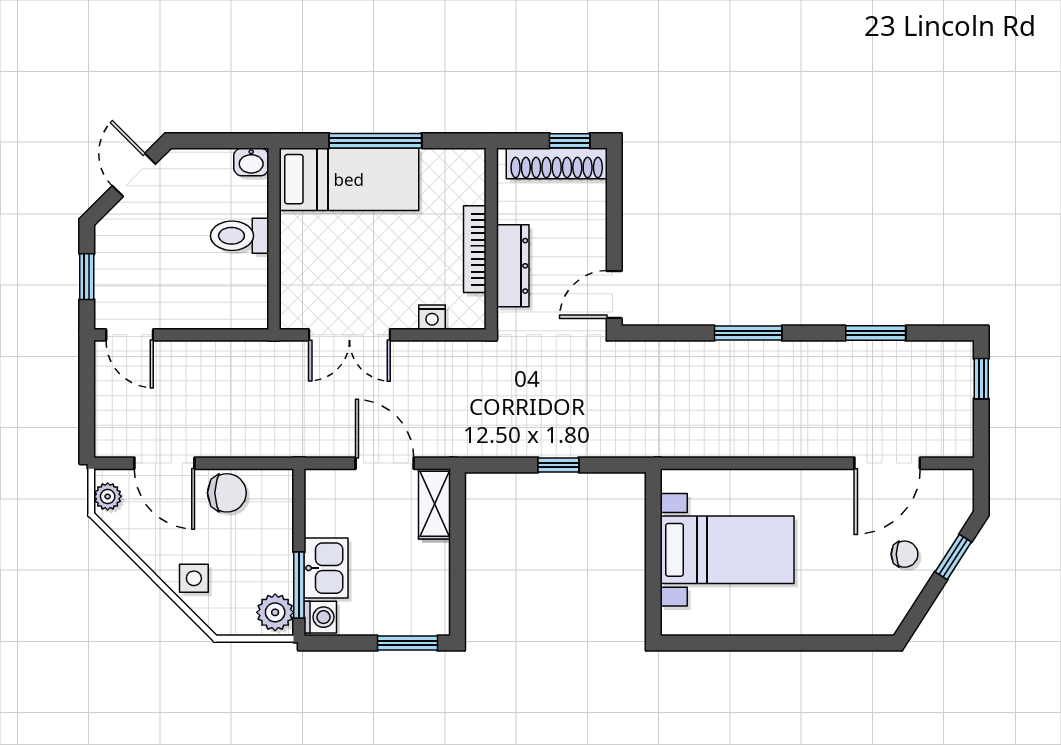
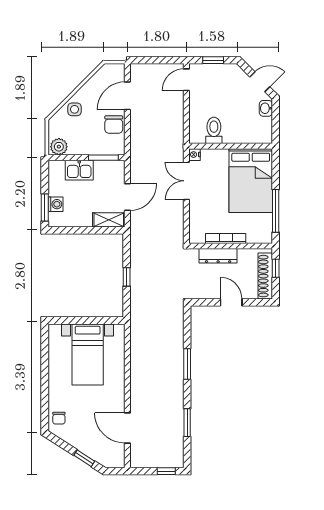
window: (375, 141) -> (276, 211), moved
window: (570, 141) -> (276, 268), moved
washbasin: (251, 162) -> (266, 108), moved
bed: (349, 179) -> (251, 181), width x1.50
toilet: (240, 236) -> (214, 130), moved
door: (614, 295) -> (231, 302), moved
nightstand: (432, 317) -> (194, 155), moved
plant: (108, 496) -> (112, 70), removed
chair: (904, 554) -> (59, 418), moved
window: (299, 585) -> (103, 158), moved
washing machine: (320, 617) -> (55, 204), moved, turned -90

